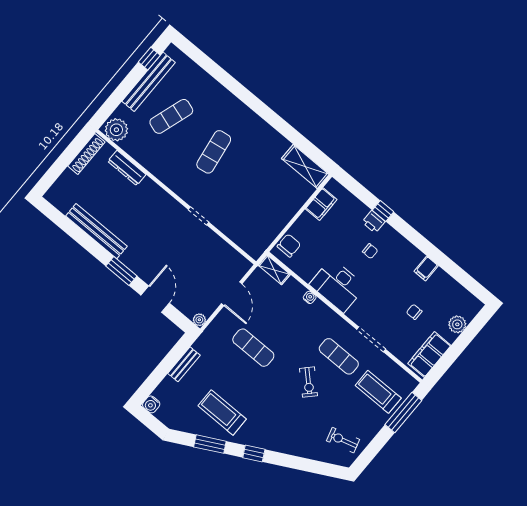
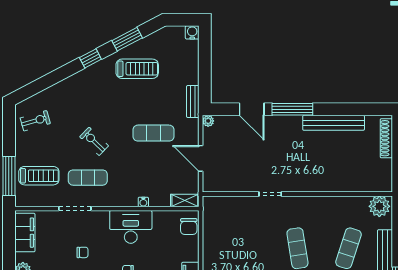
shoe rack: (86, 154) -> (386, 138), moved
dresser: (127, 168) -> (349, 185), removed
window: (121, 271) -> (292, 109), width x1.44
chair: (414, 312) -> (83, 252), moved
bench: (184, 364) -> (193, 101), moved

